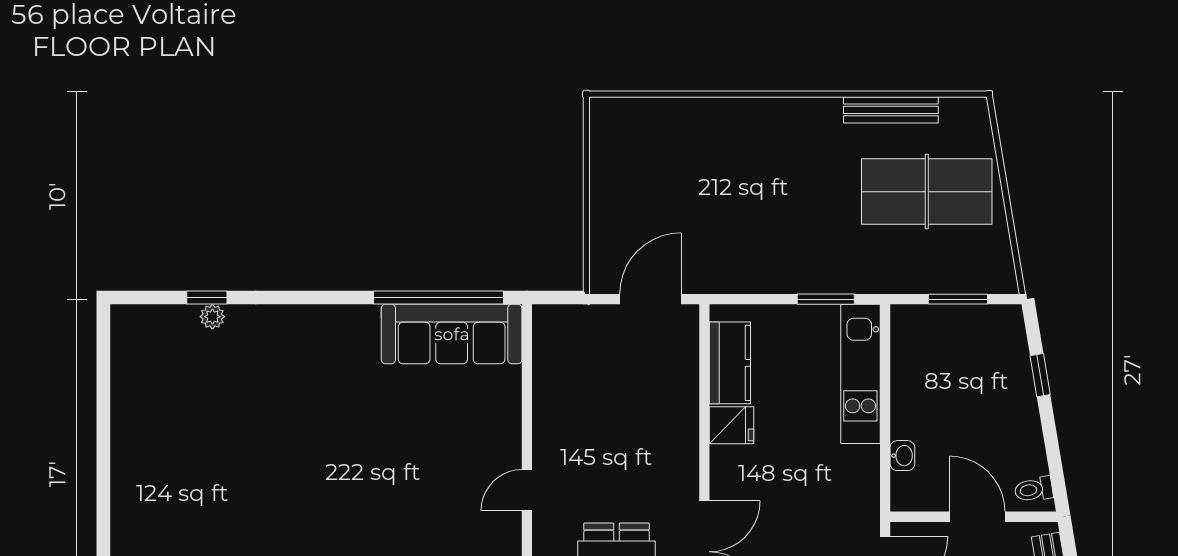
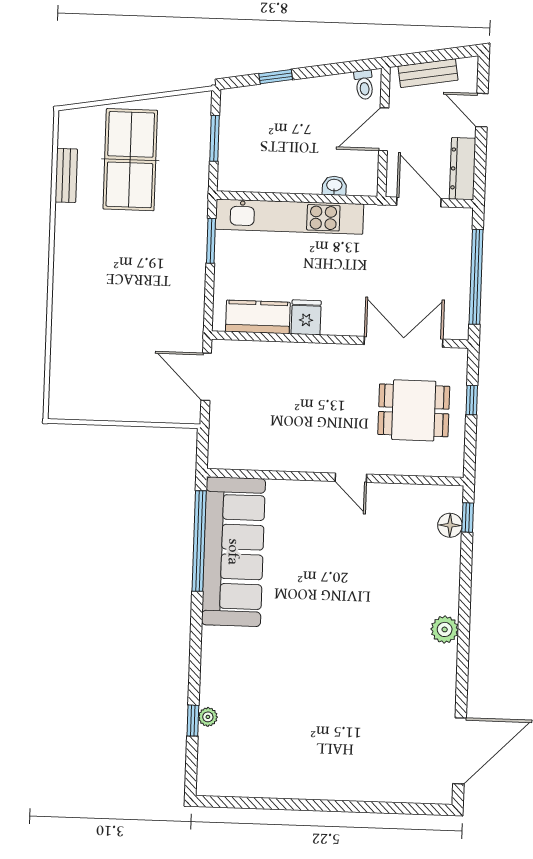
bench: (891, 110) -> (66, 175), width x0.73
sofa: (452, 334) -> (233, 552), width x1.36, depth x1.27
kitchen unit: (860, 374) -> (289, 217), width x1.36

